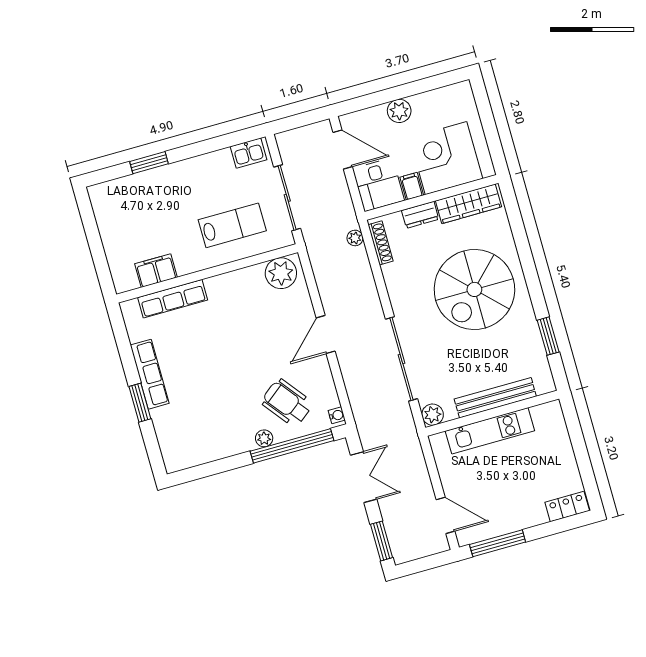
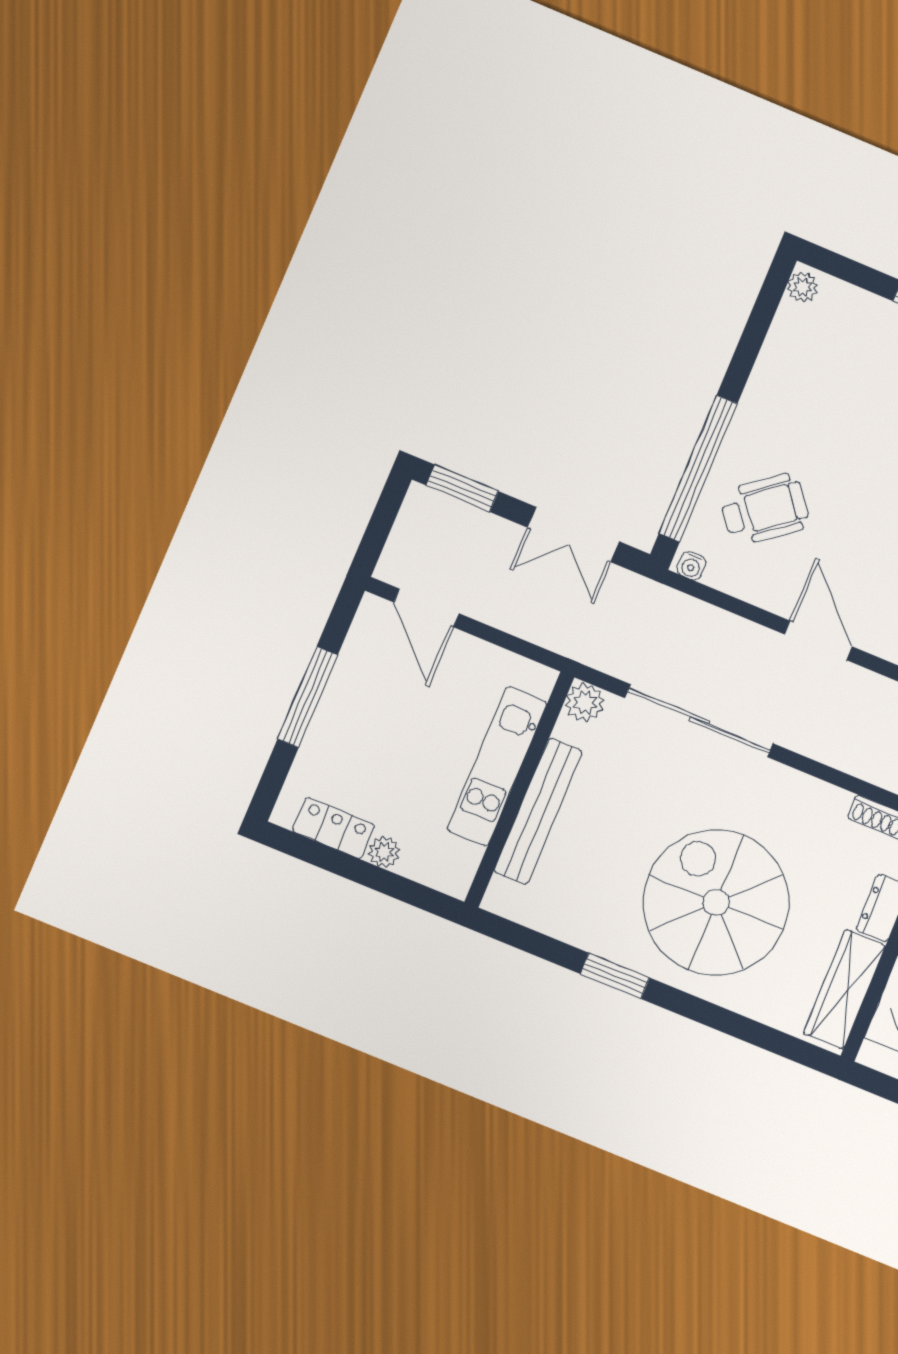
window: (548, 336) -> (615, 976), moved
plant: (264, 438) -> (803, 287), moved
plant: (565, 450) -> (384, 852), added
locker: (567, 507) -> (333, 828), moved, turned -90
door: (445, 515) -> (426, 608), hinge flipped
window: (498, 543) -> (308, 697), moved

